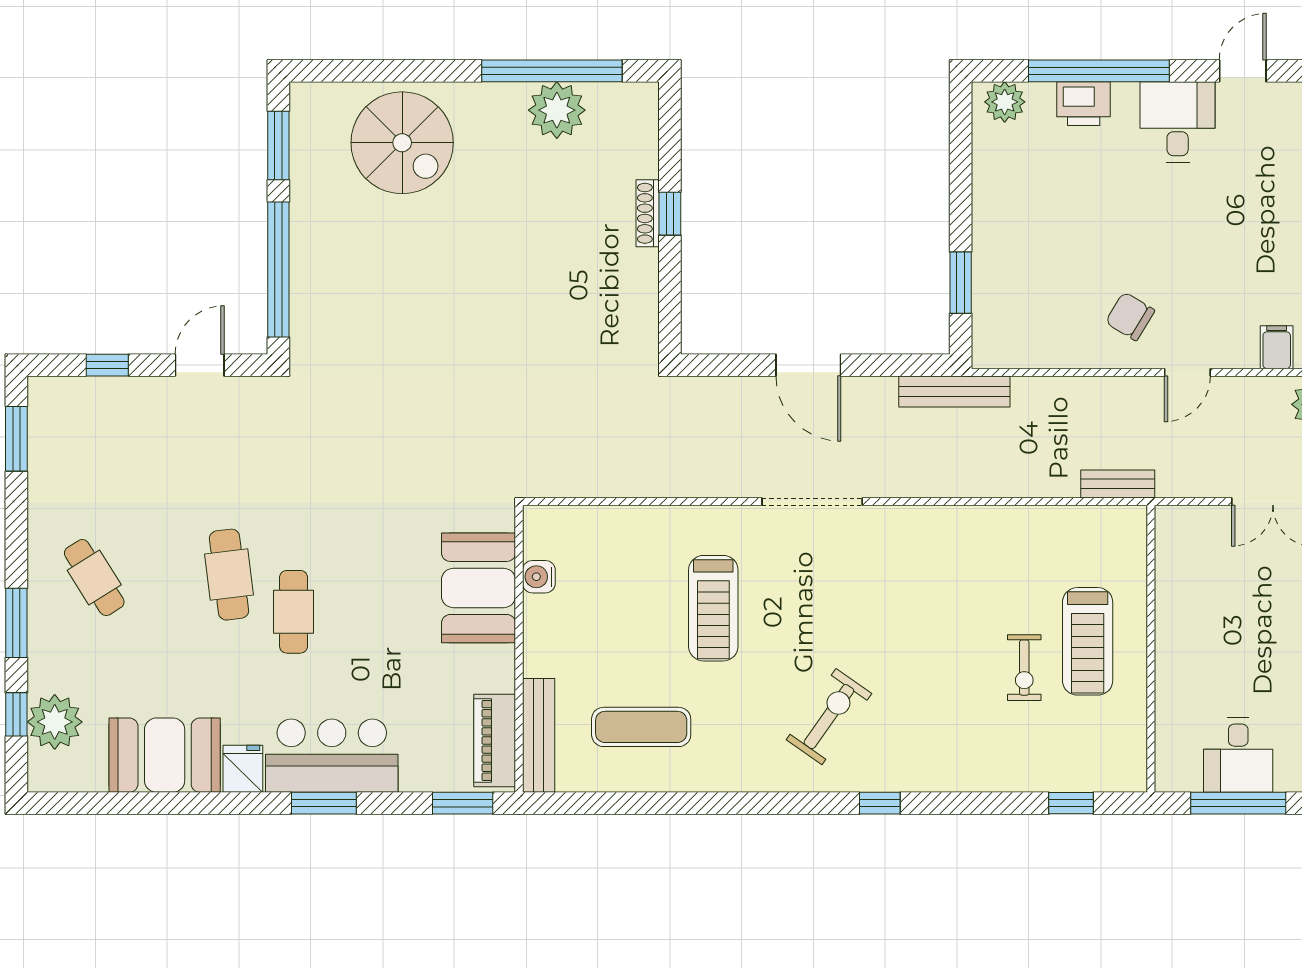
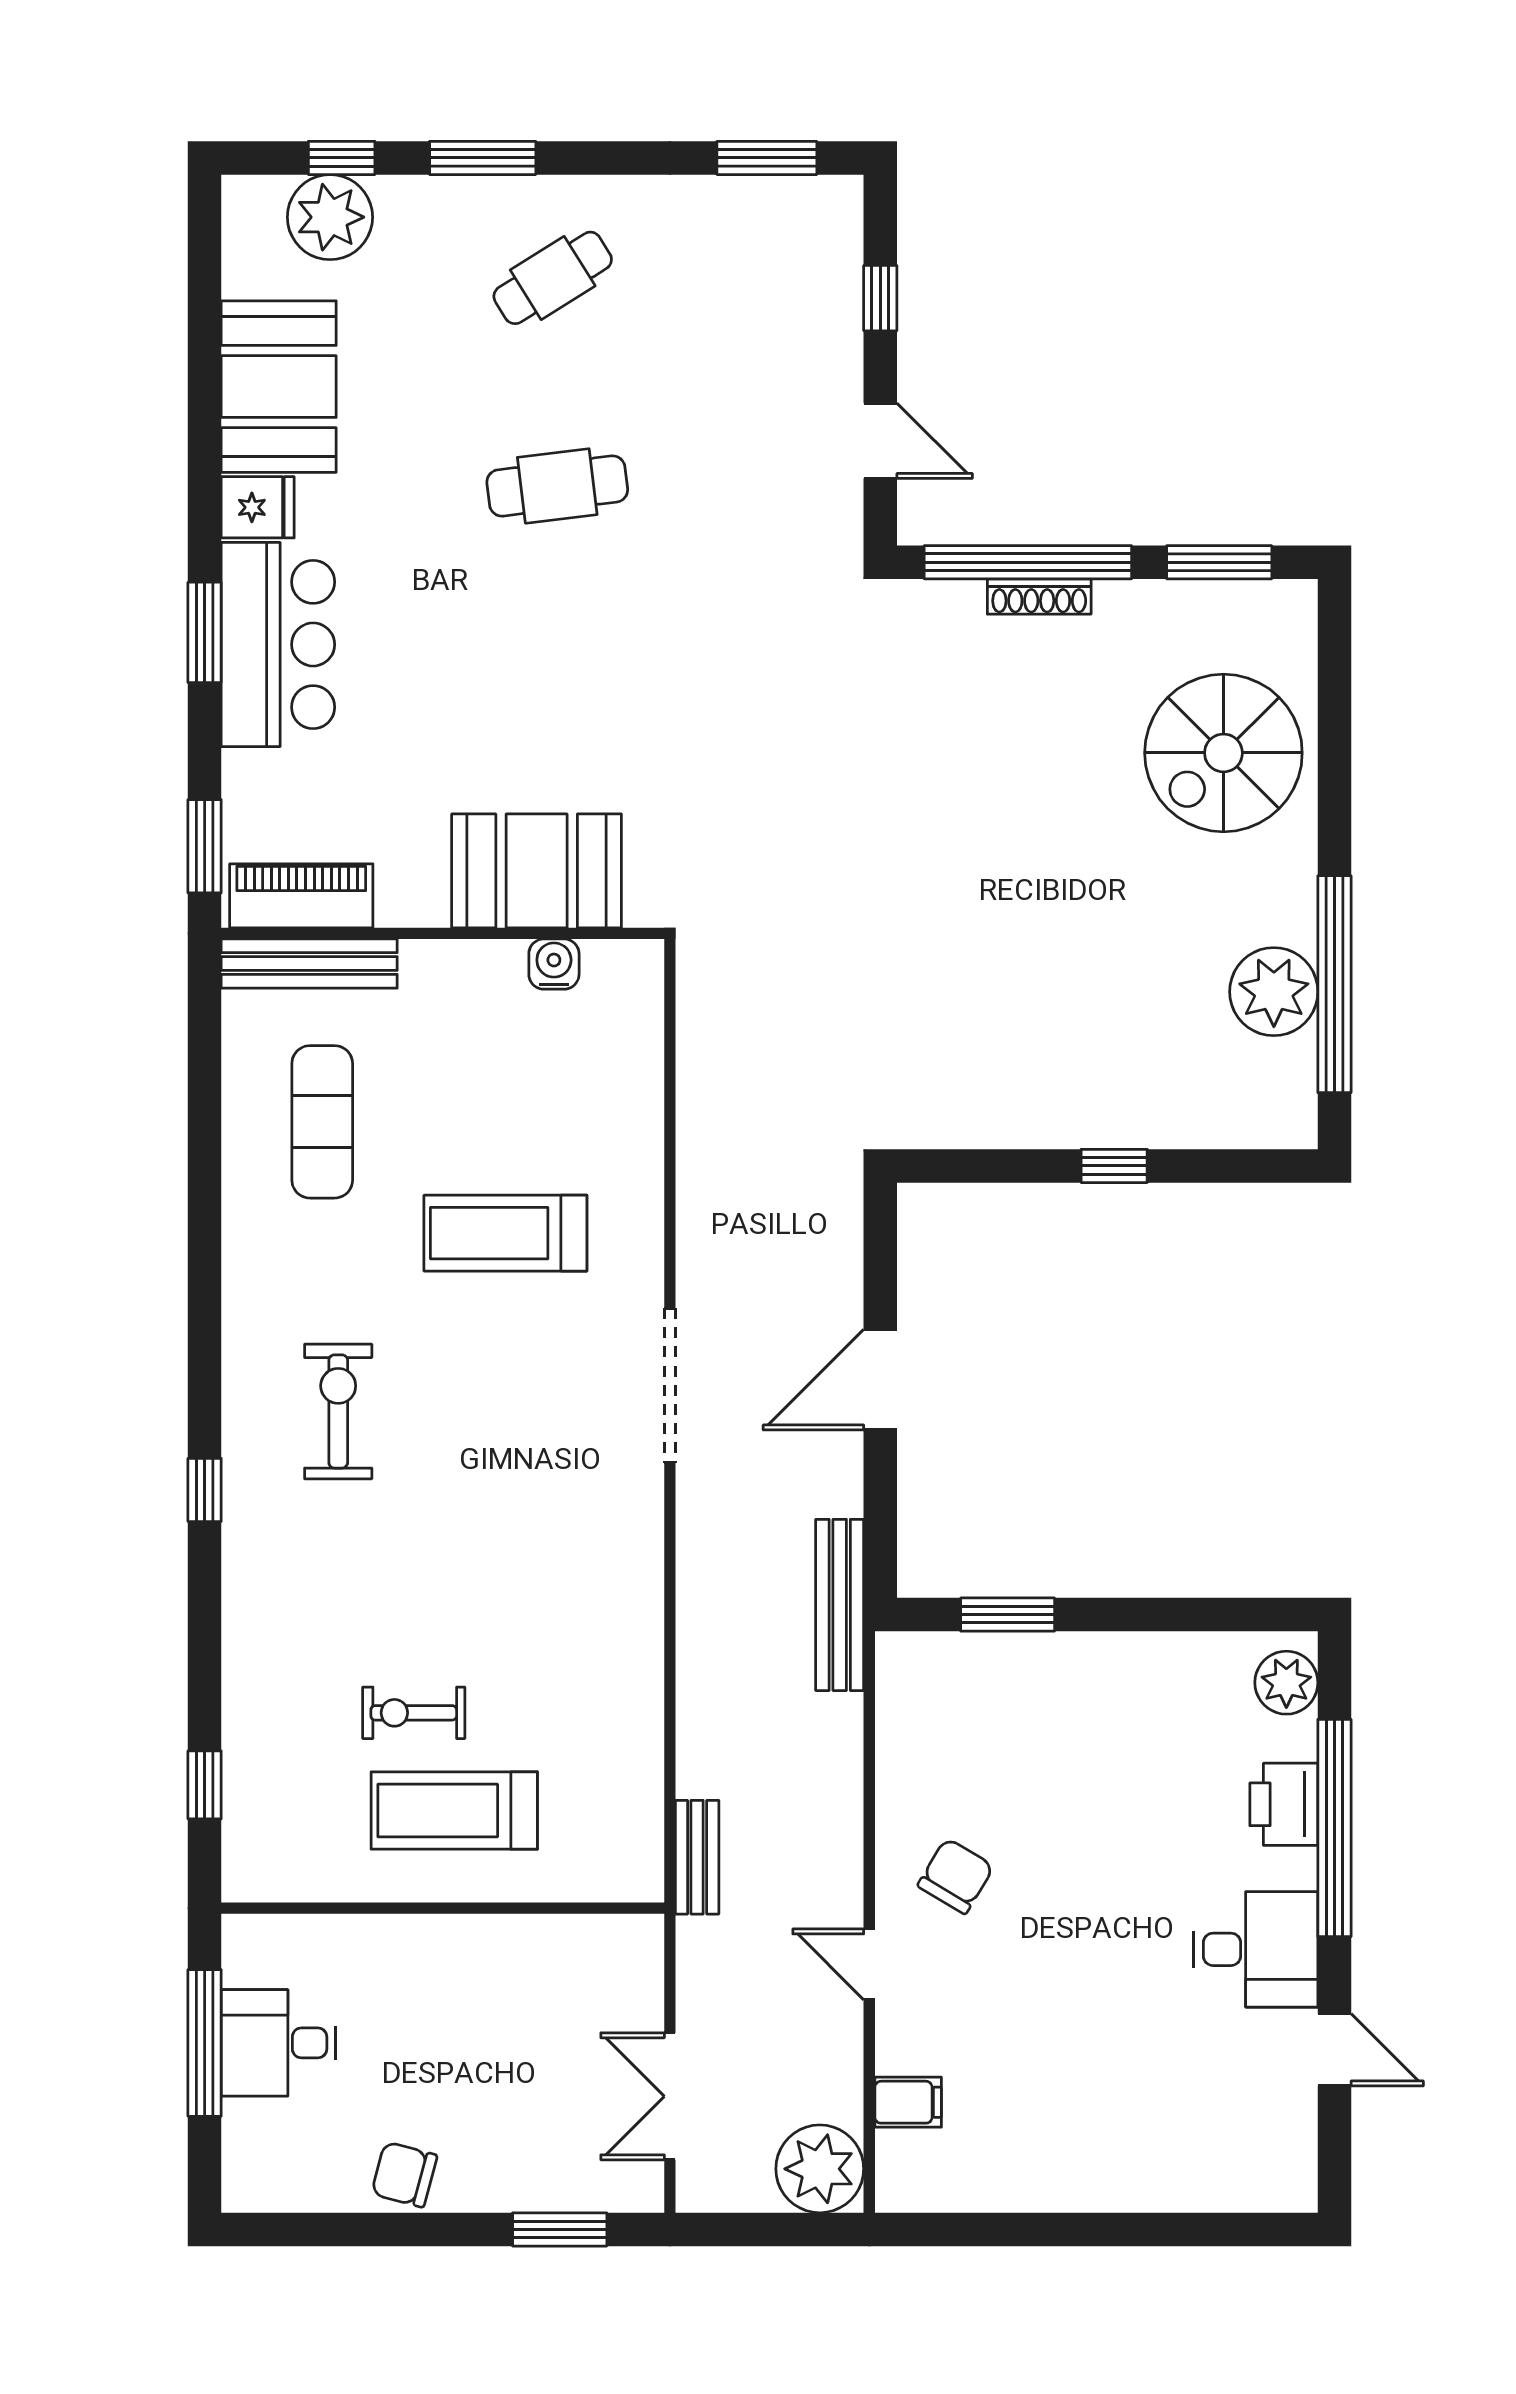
shoe rack: (648, 213) -> (1039, 597), moved, turned 180
cafe table: (294, 612) -> (500, 586), removed
exercise bike: (829, 717) -> (338, 1411), turned -125

